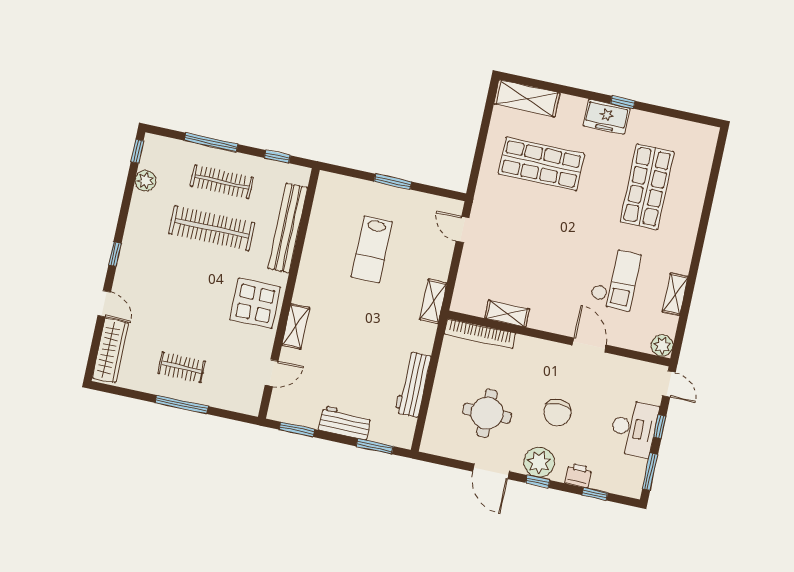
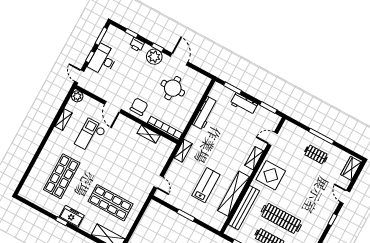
shelving: (315, 248) -> (233, 194), added
wardrobe: (110, 350) -> (351, 168), width x0.67
chair: (557, 413) -> (139, 107), moved

